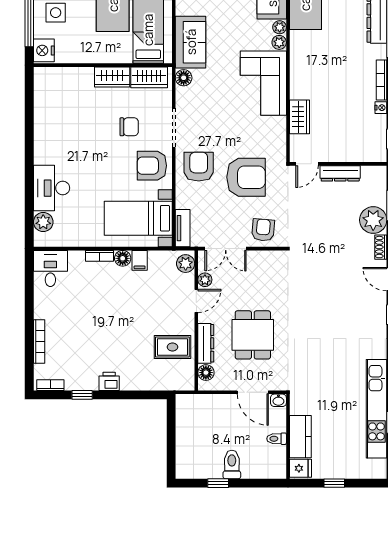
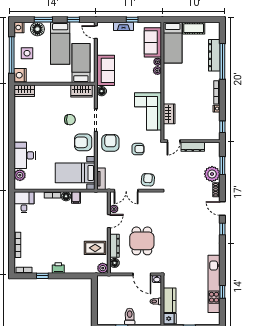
wardrobe: (112, 77) -> (24, 91), moved
corner sofa: (263, 83) -> (148, 111), moved
armchair: (246, 177) -> (138, 149), width x0.53, depth x0.53
plant: (186, 264) -> (103, 268), moved

